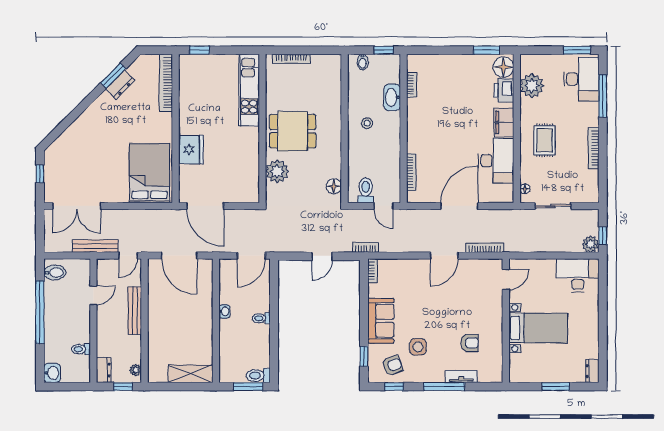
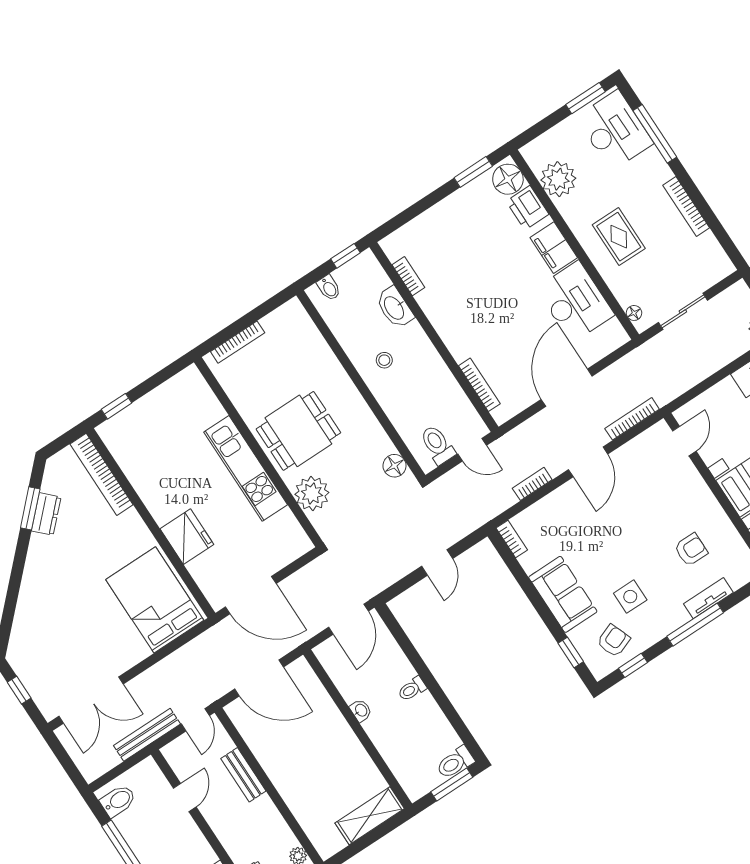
kitchen unit: (249, 90) -> (246, 468), moved
bookcase: (366, 247) -> (532, 484), moved
bench: (135, 311) -> (243, 775), width x0.73

